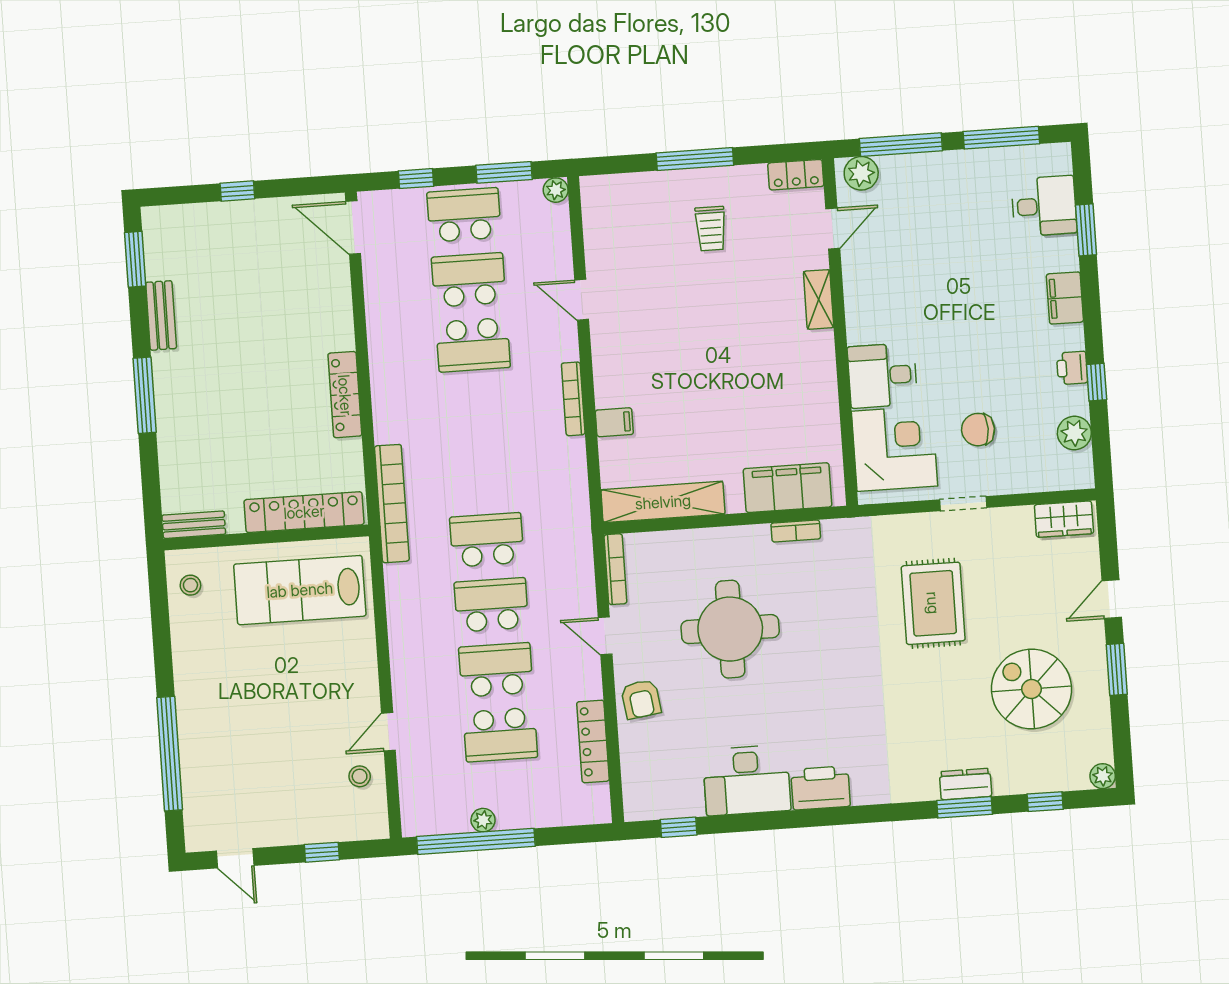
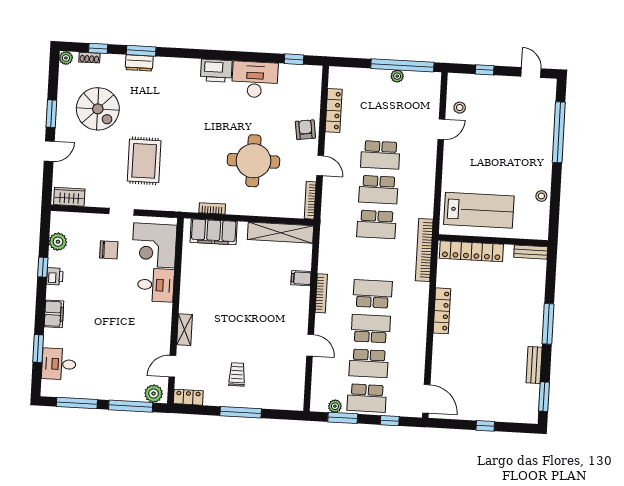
plant: (556, 190) -> (335, 406), moved
stool: (190, 585) -> (541, 196), moved
school desk: (500, 735) -> (373, 294), moved
shoe rack: (1059, 782) -> (89, 58), added

